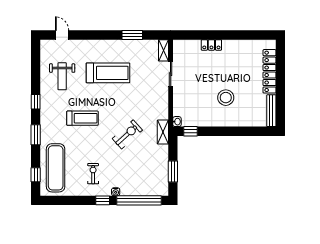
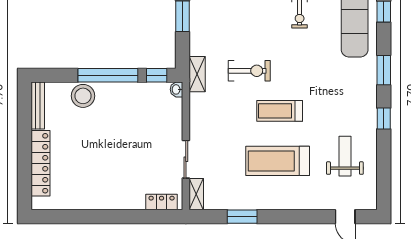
locker: (211, 45) -> (162, 202), moved
stool: (226, 98) -> (83, 96), moved
treadmill: (82, 118) -> (280, 111), moved
window: (224, 131) -> (108, 75), added
exercise bike: (127, 134) -> (249, 71), turned -138

